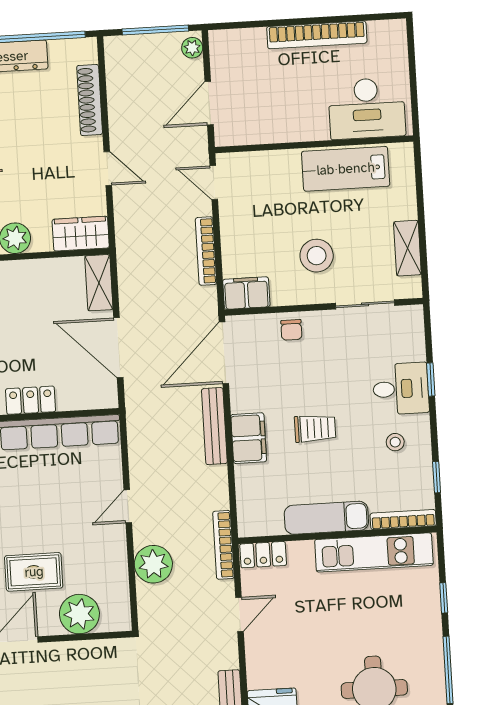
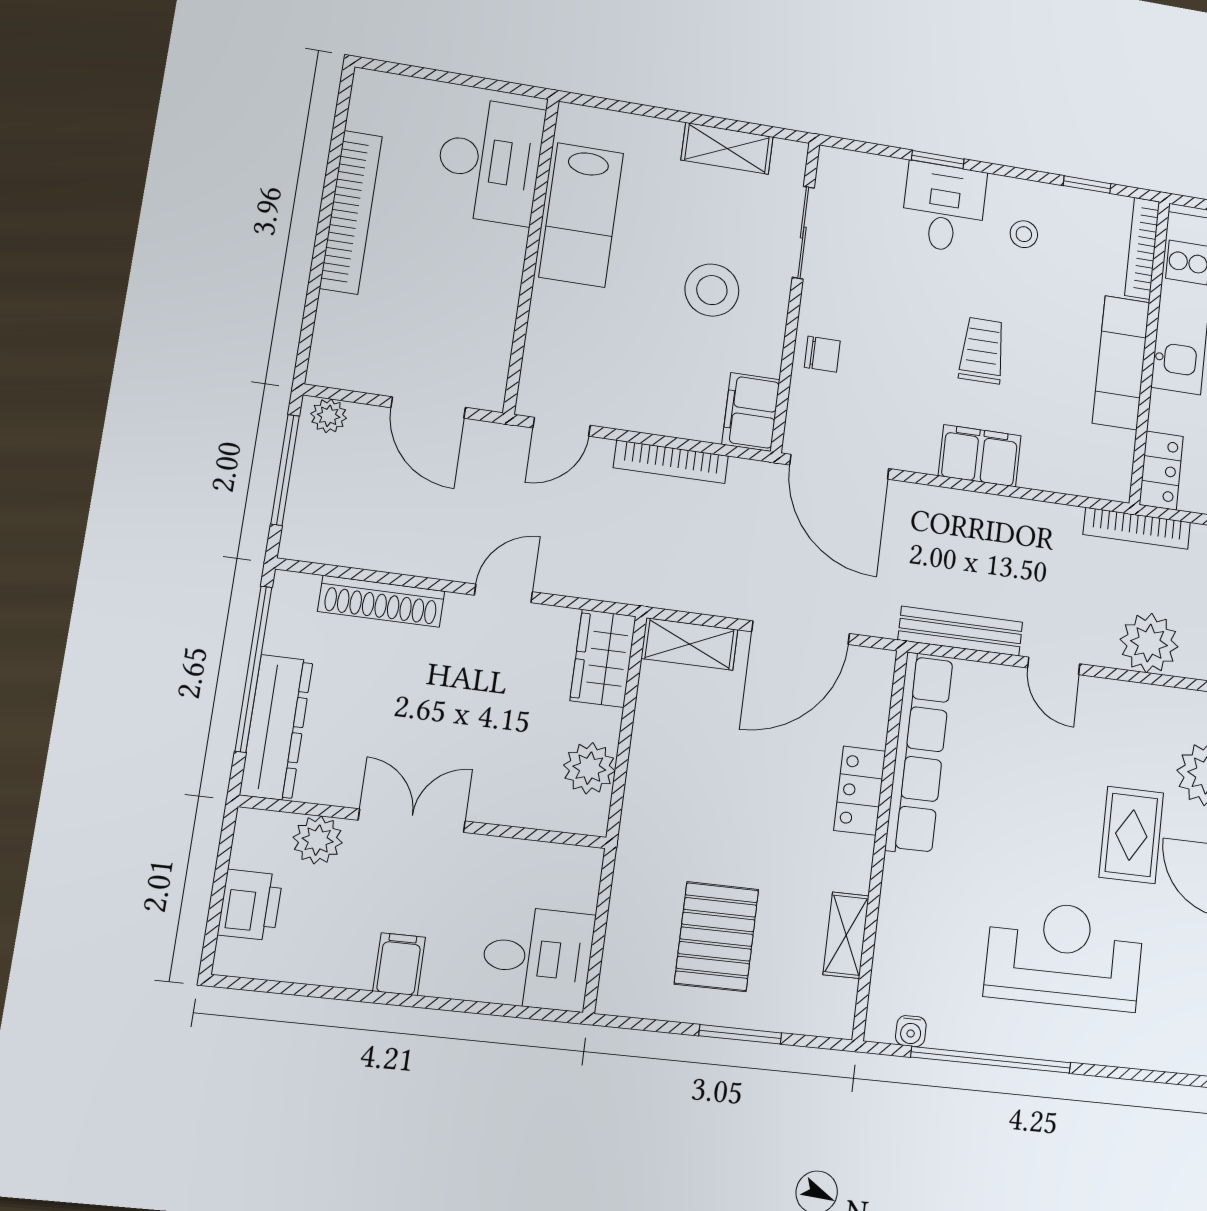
bench: (214, 426) -> (960, 631), moved

